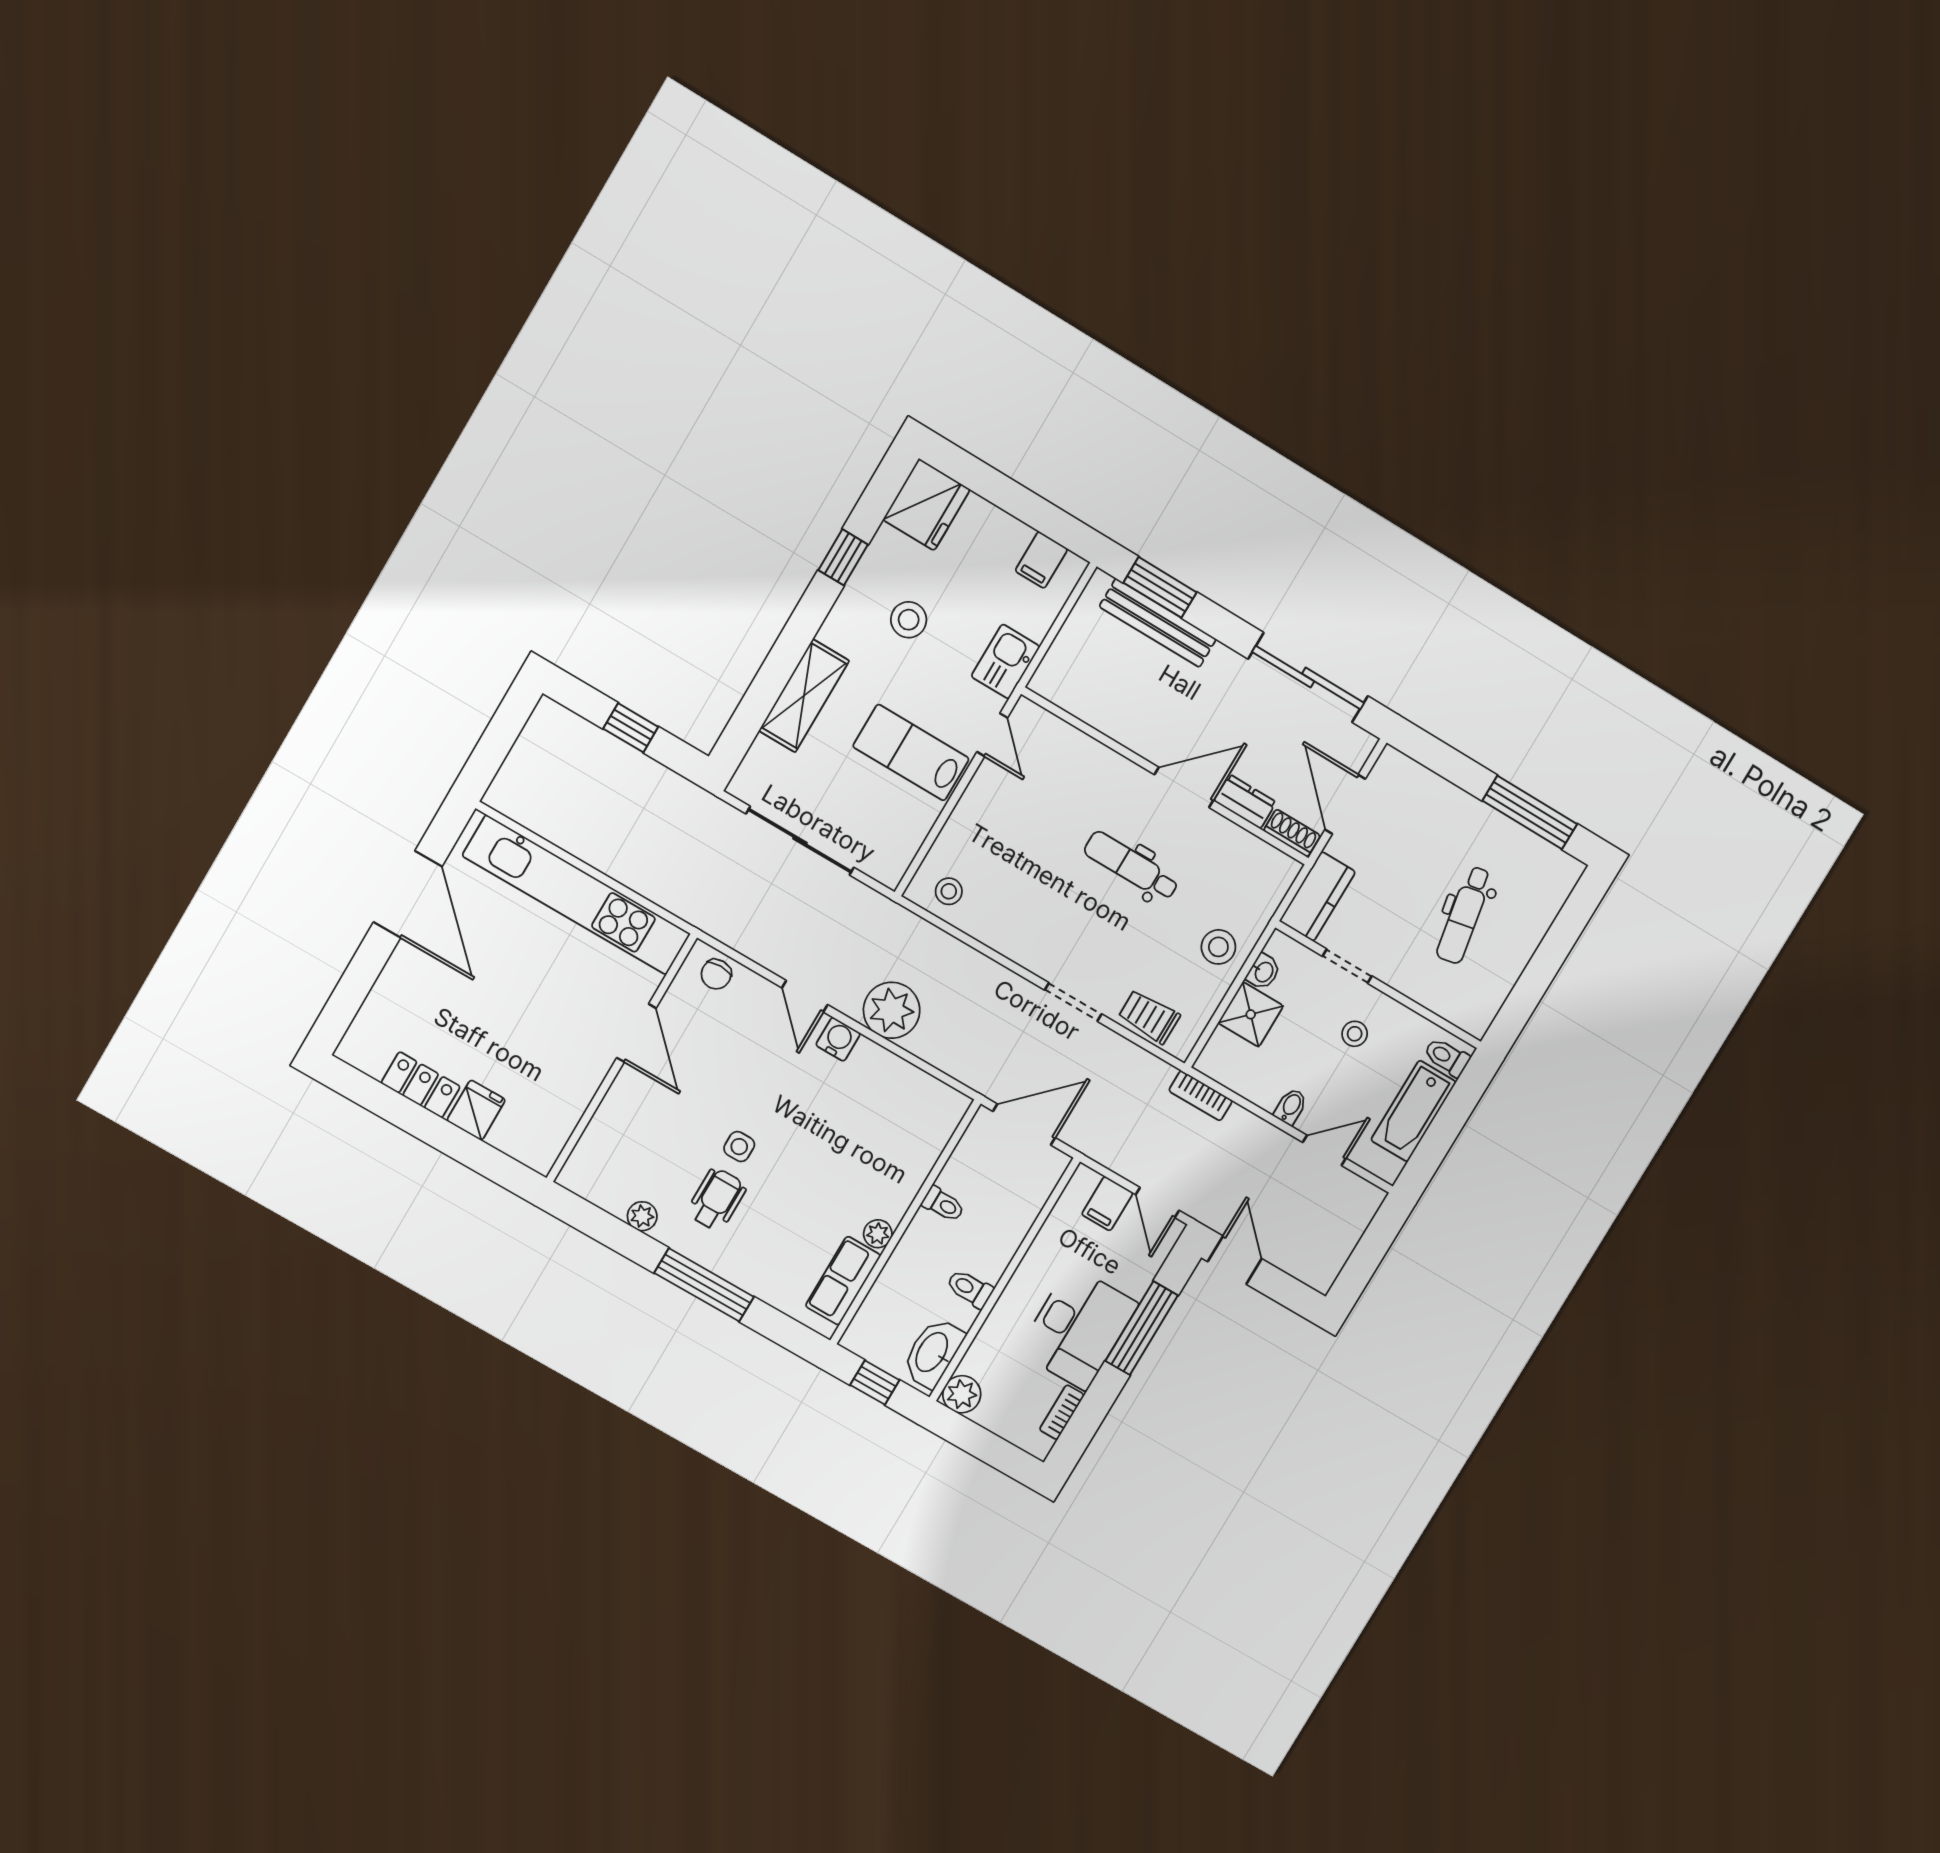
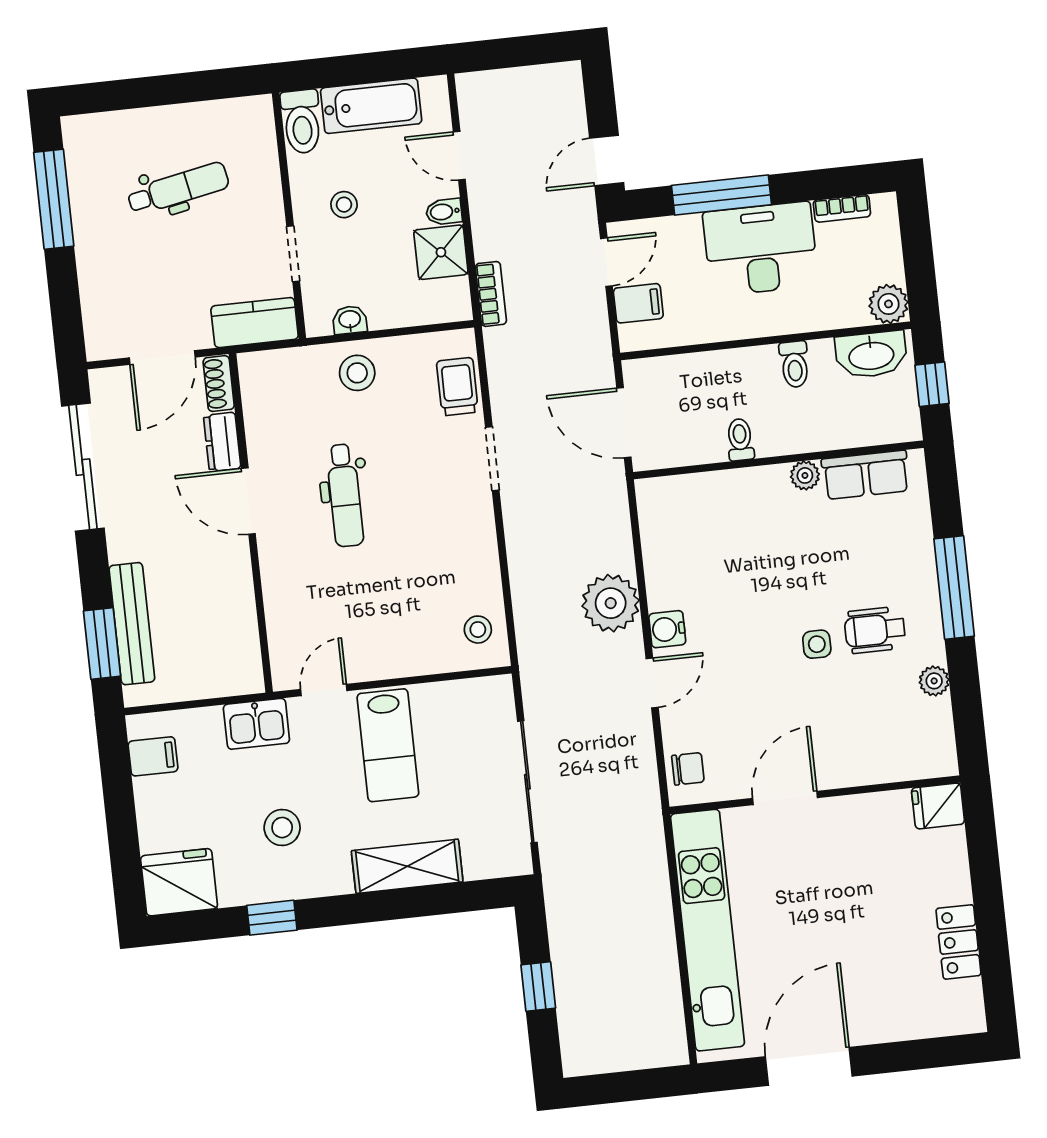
shower: (1251, 1014) -> (441, 252), moved
trolley: (1149, 1017) -> (457, 387), turned 180
toilet: (1447, 1057) -> (302, 122), width x1.37, depth x1.39
fridge: (476, 1110) -> (938, 806), moved

